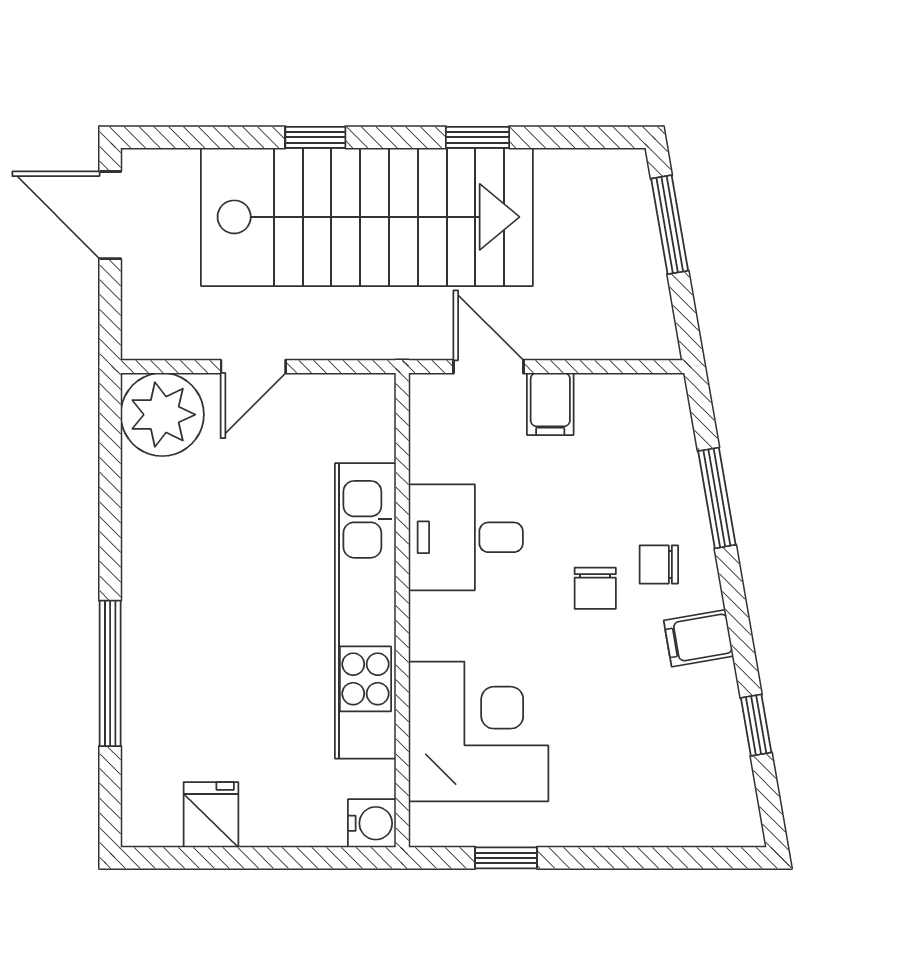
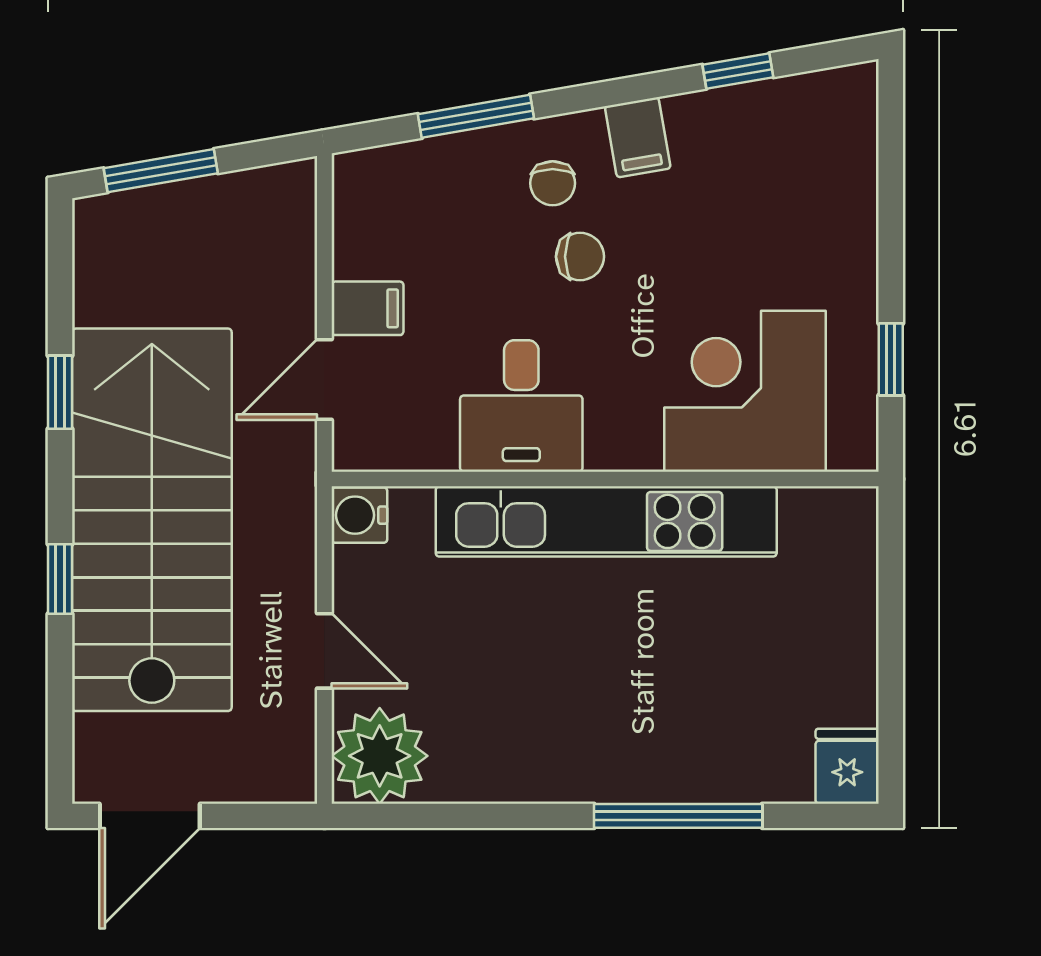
fridge: (211, 815) -> (847, 766), moved, turned 90
water cooler: (372, 823) -> (359, 515), moved, turned -90

